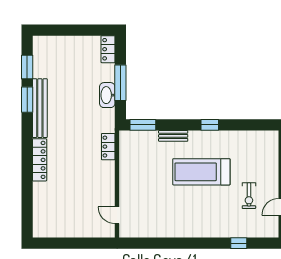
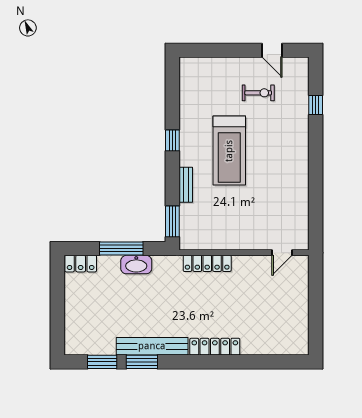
locker: (108, 147) -> (207, 263), width x1.53

